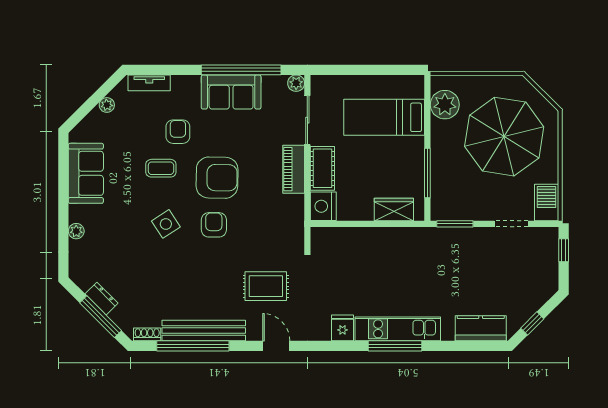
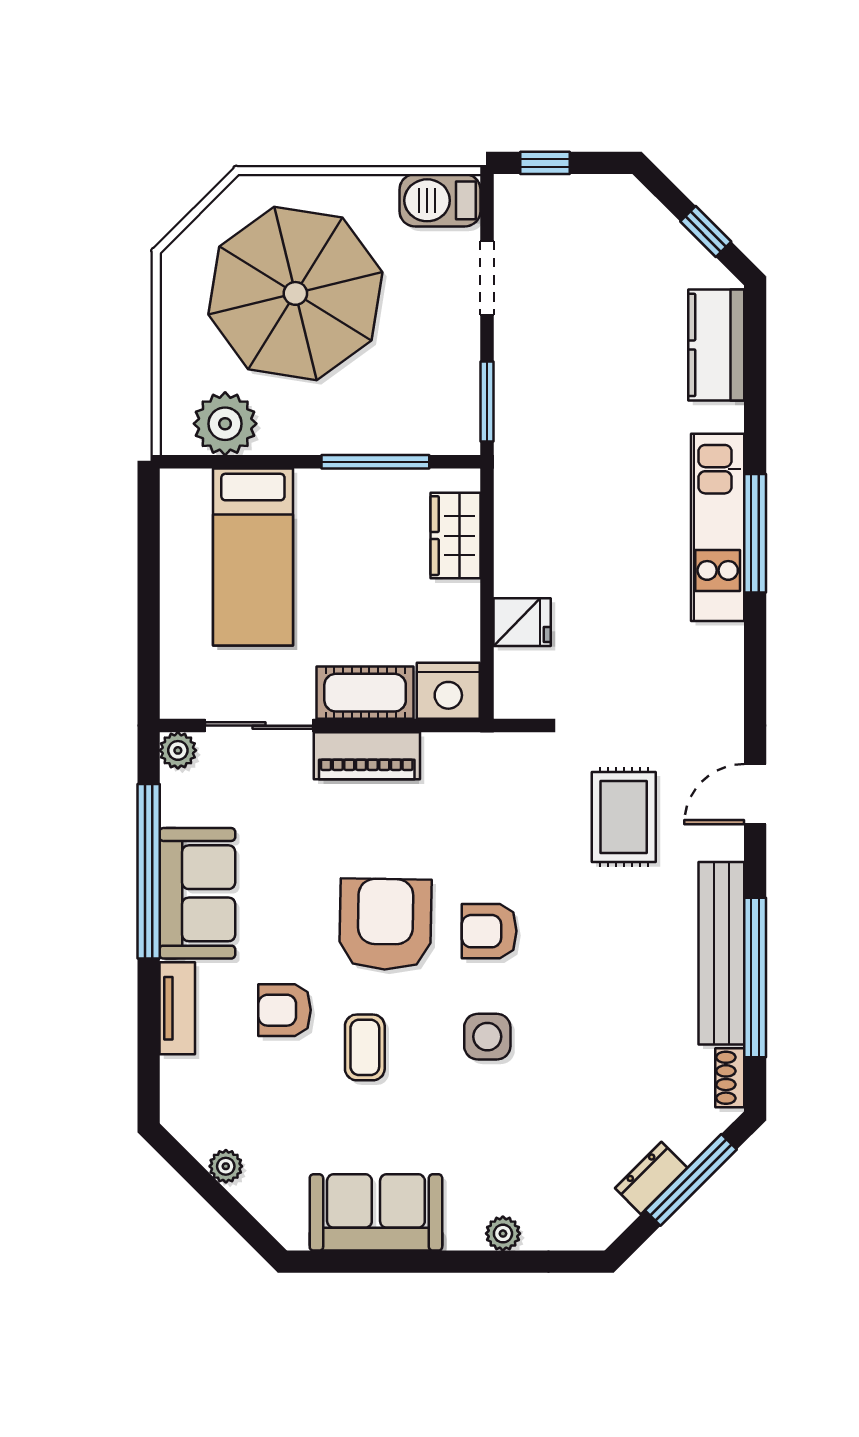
tv unit: (149, 83) -> (177, 1008), moved
side table: (166, 224) -> (487, 1037), turned 33
fridge: (343, 328) -> (522, 622), moved, turned 180

